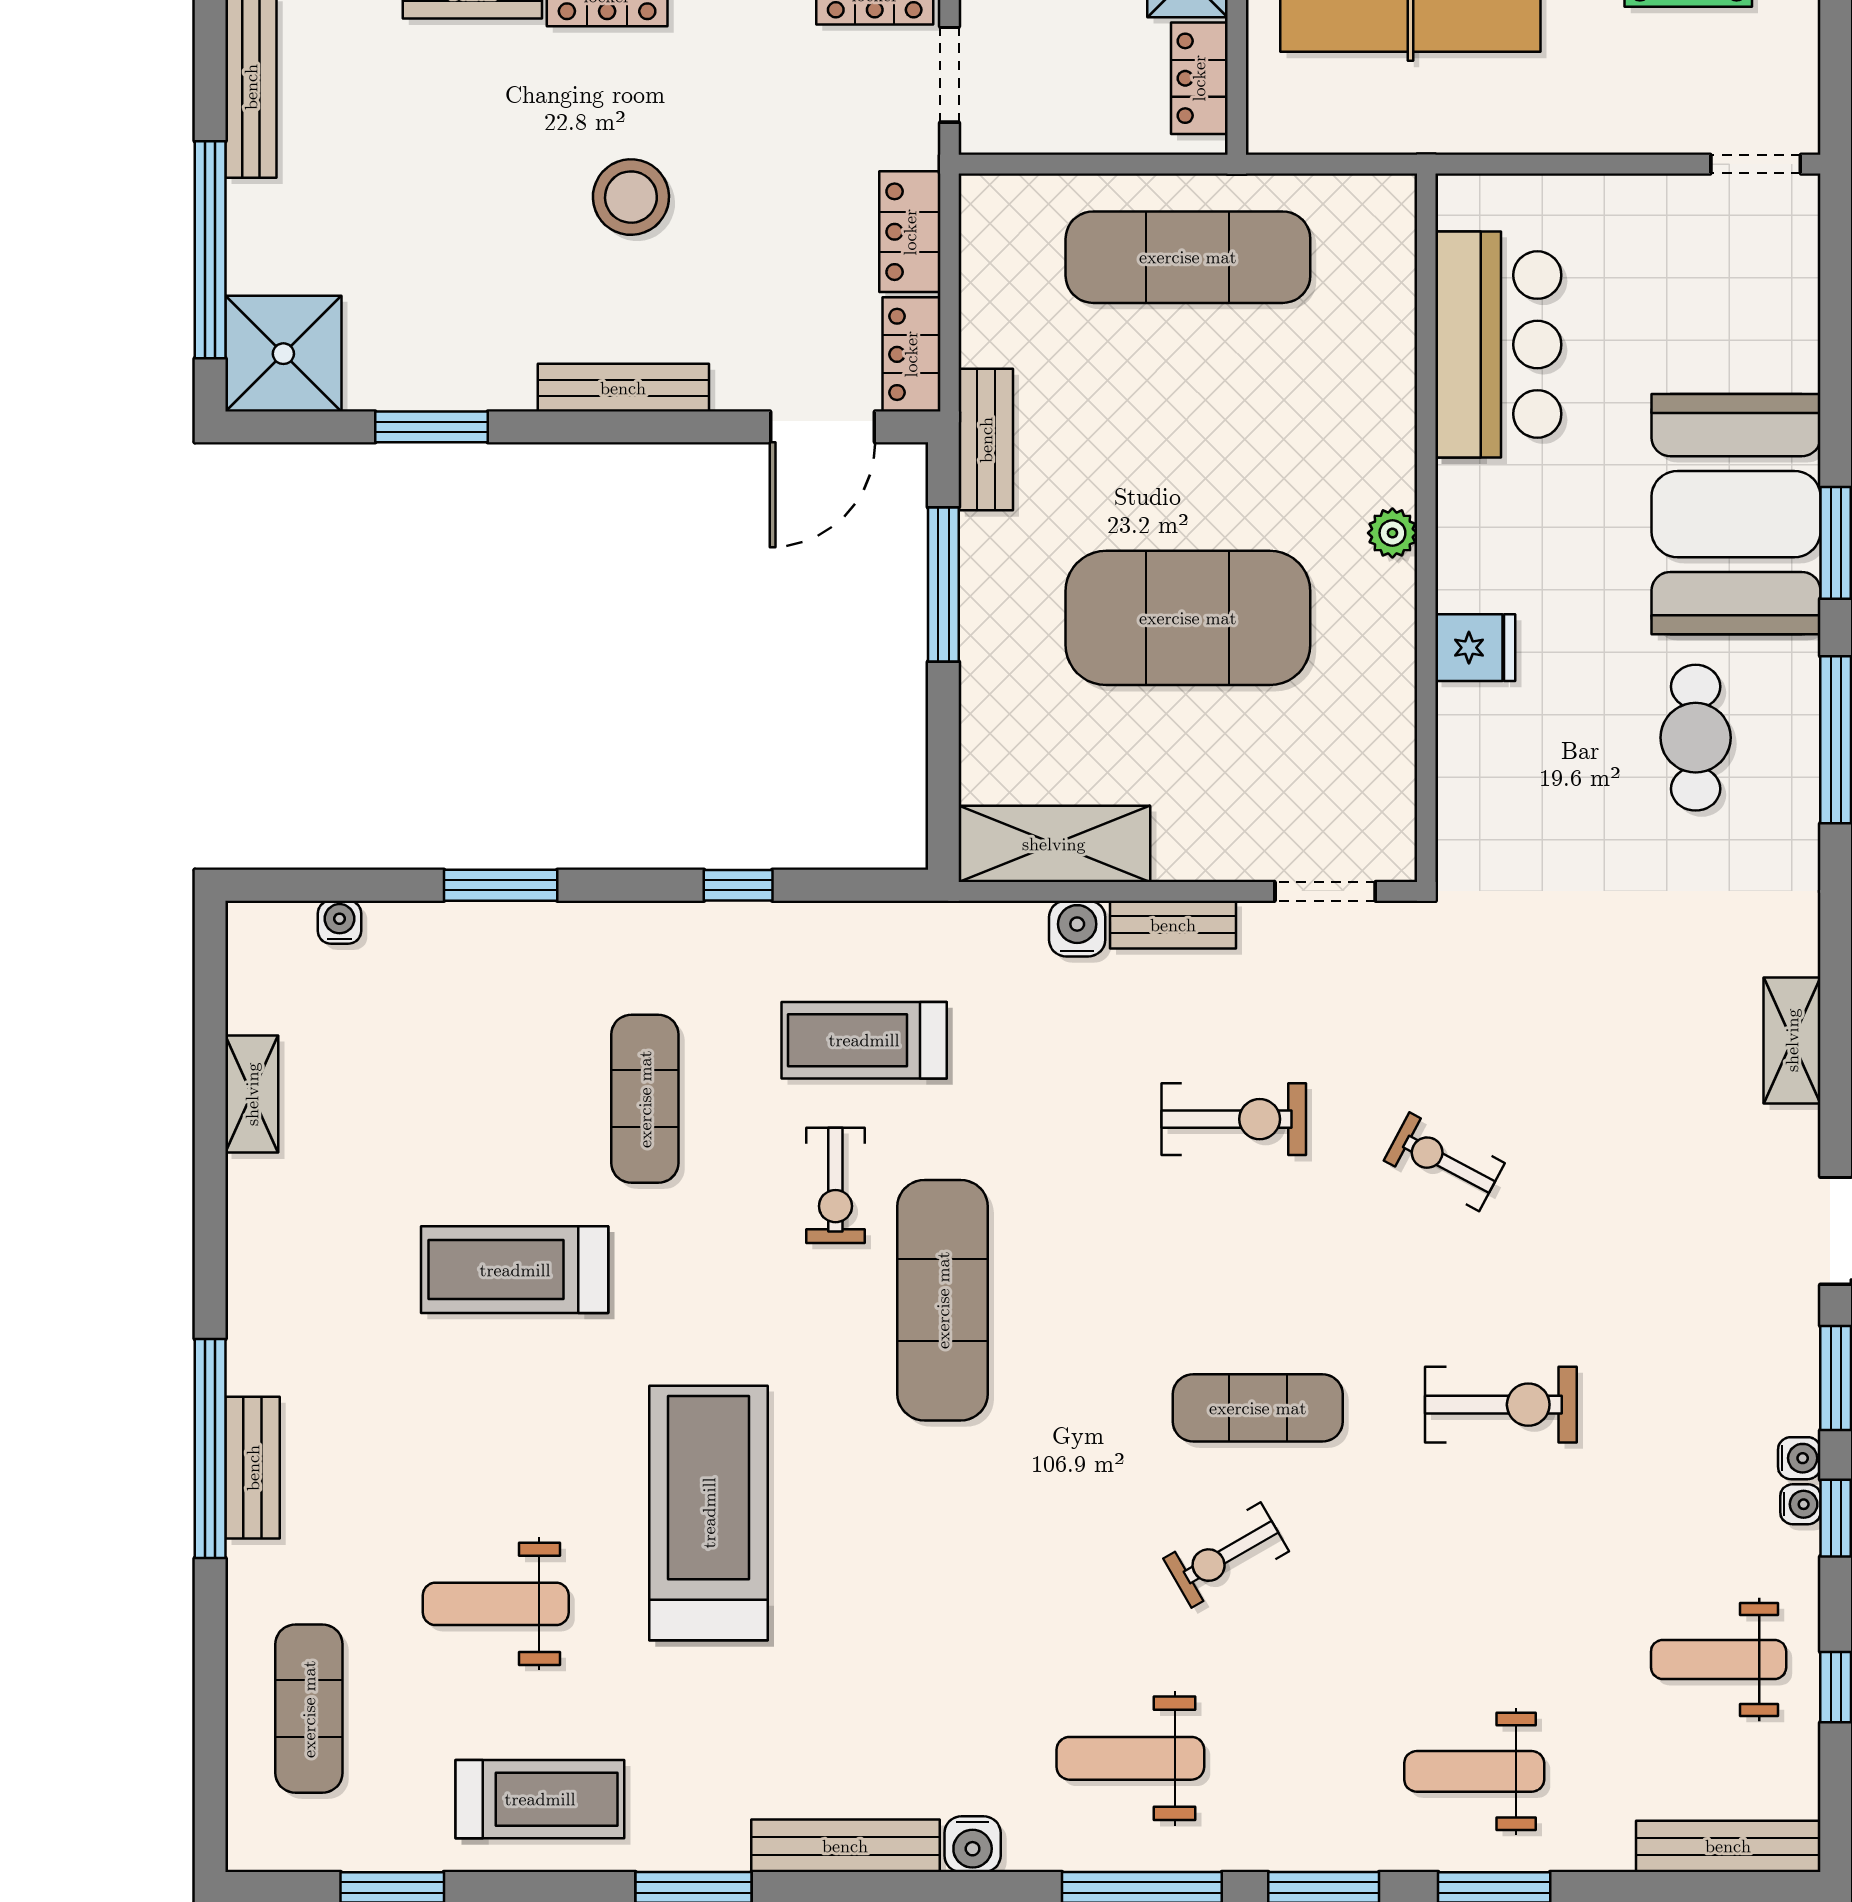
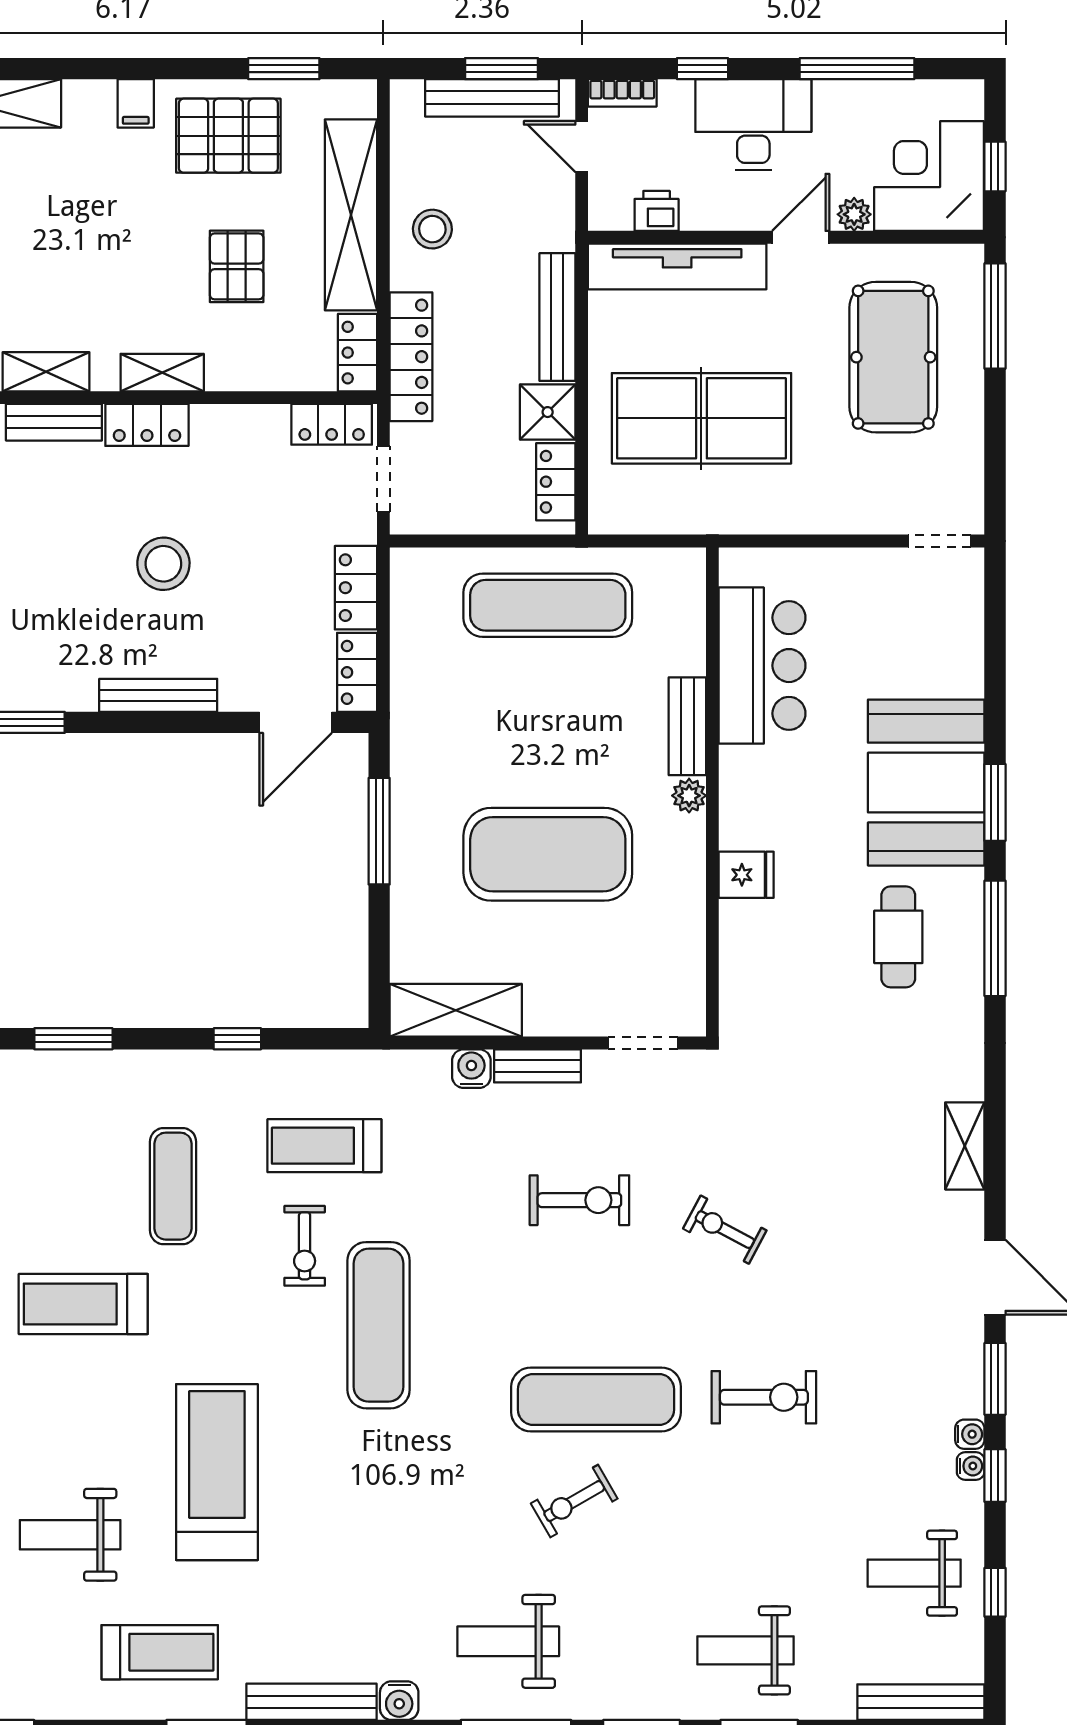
bench: (986, 440) -> (687, 726), moved
exercise mat: (1258, 1408) -> (596, 1399), width x1.36, depth x1.45
treadmill: (540, 1799) -> (160, 1652), moved

